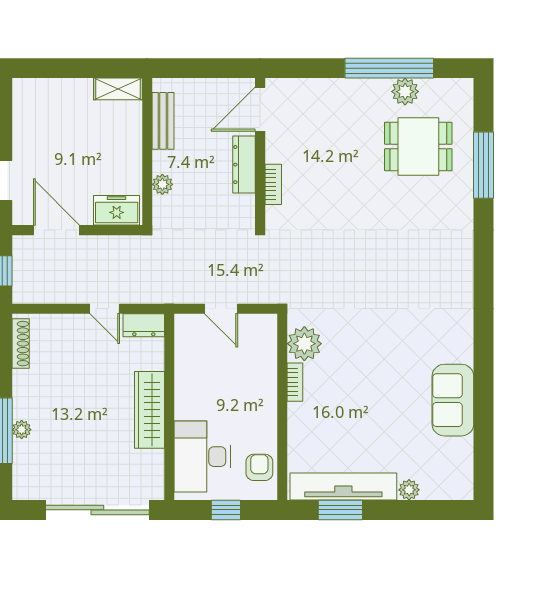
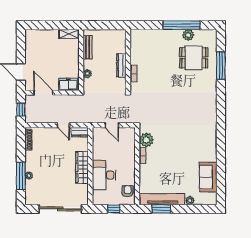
door: (260, 109) -> (128, 42), removed
sofa: (453, 400) -> (208, 177), moved
desk: (202, 457) -> (104, 175), moved

